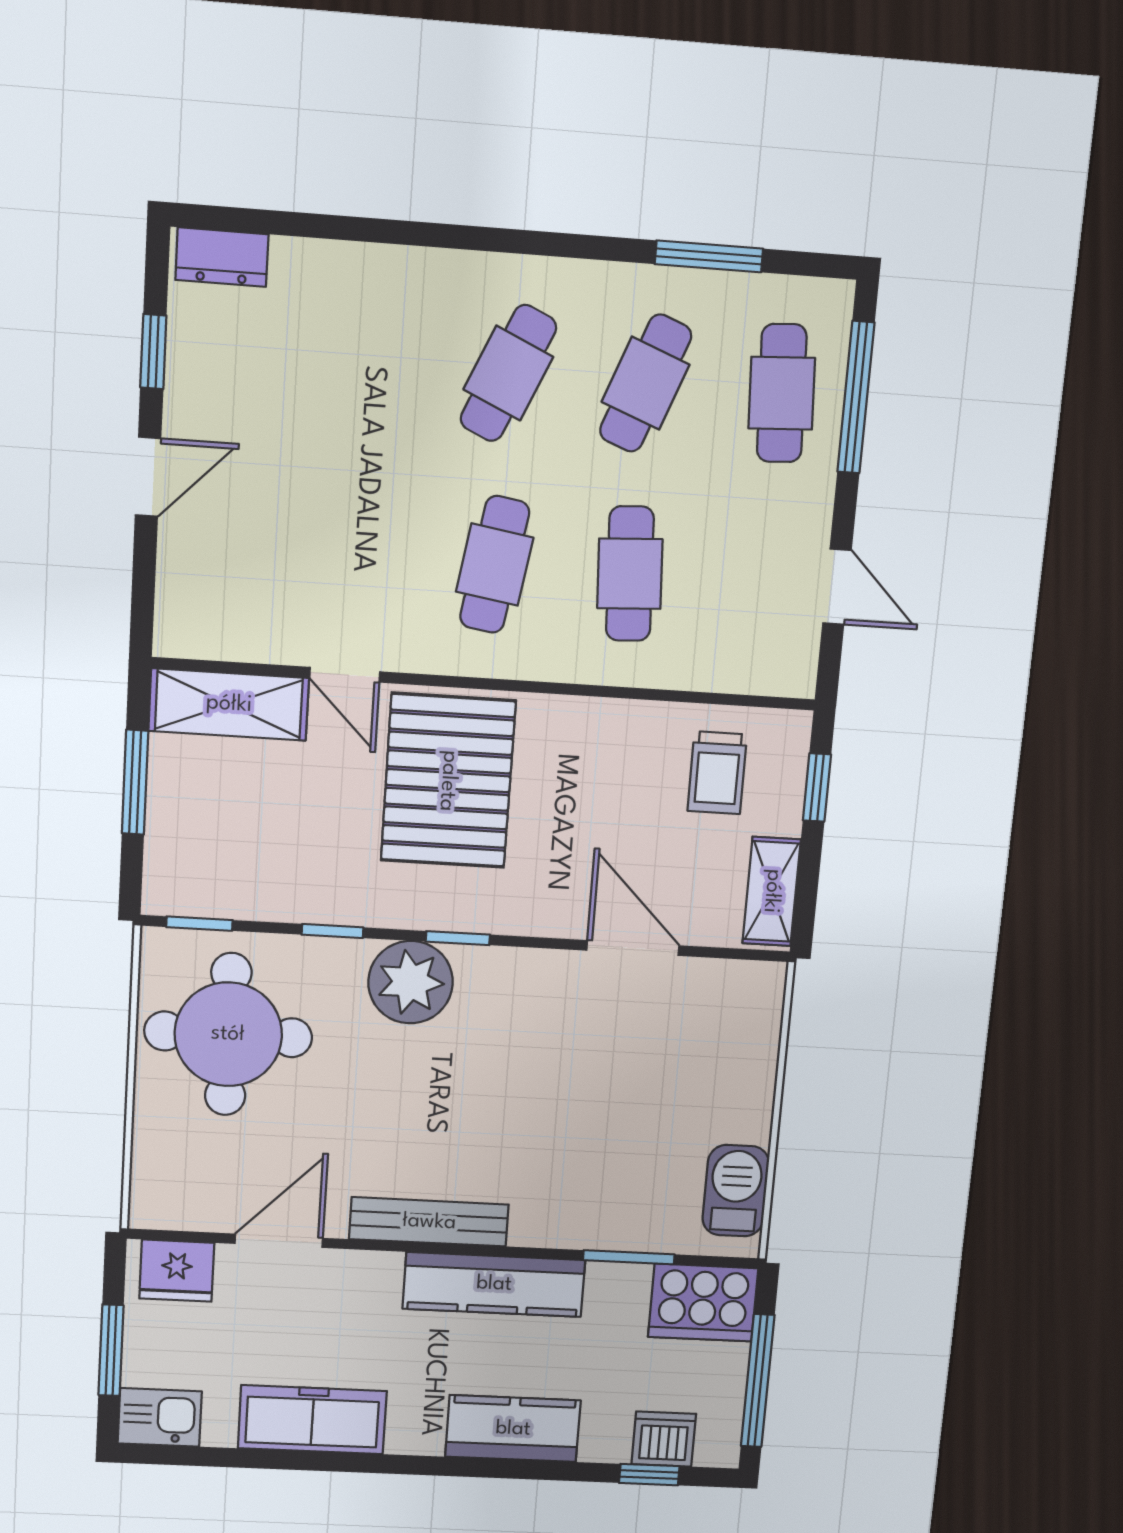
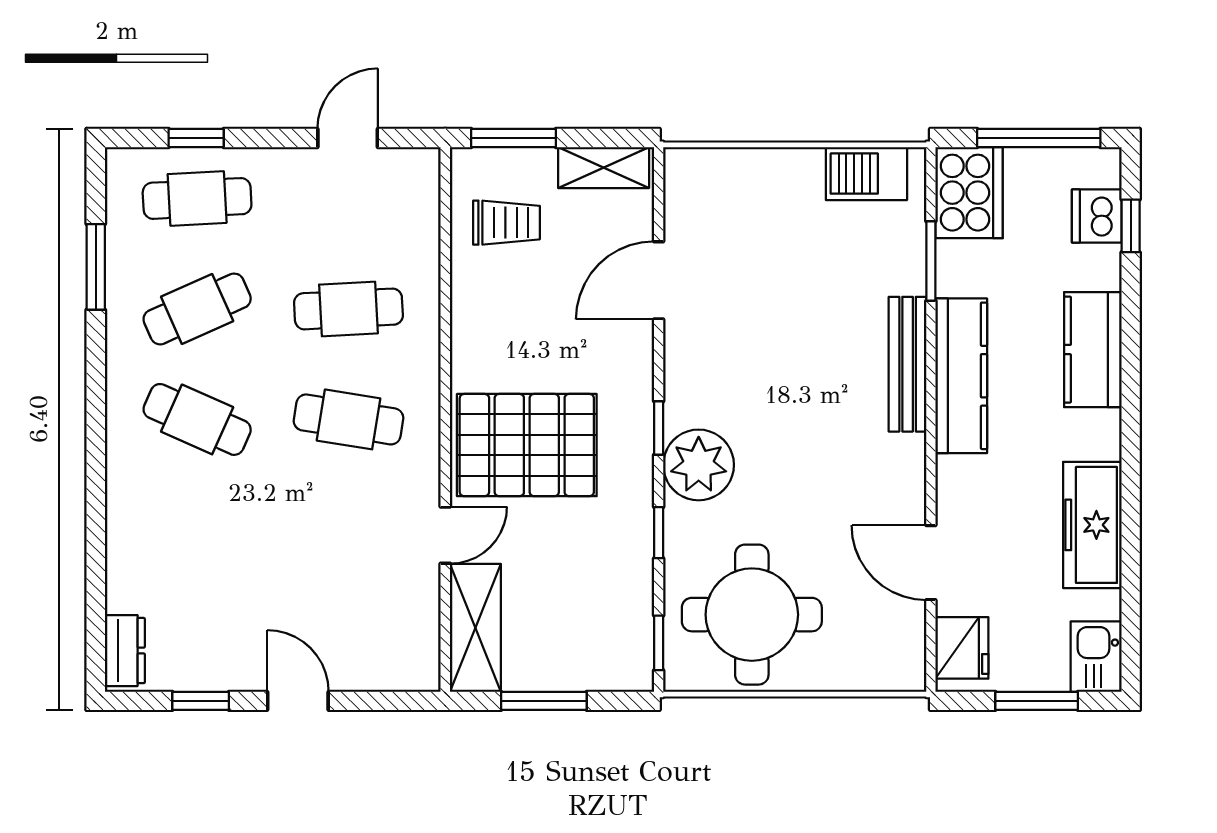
cafe table: (646, 383) -> (197, 309), turned -45
window: (856, 397) -> (196, 138), width x0.46
window: (817, 787) -> (514, 138), width x1.50
bench: (429, 1222) -> (908, 364), moved

